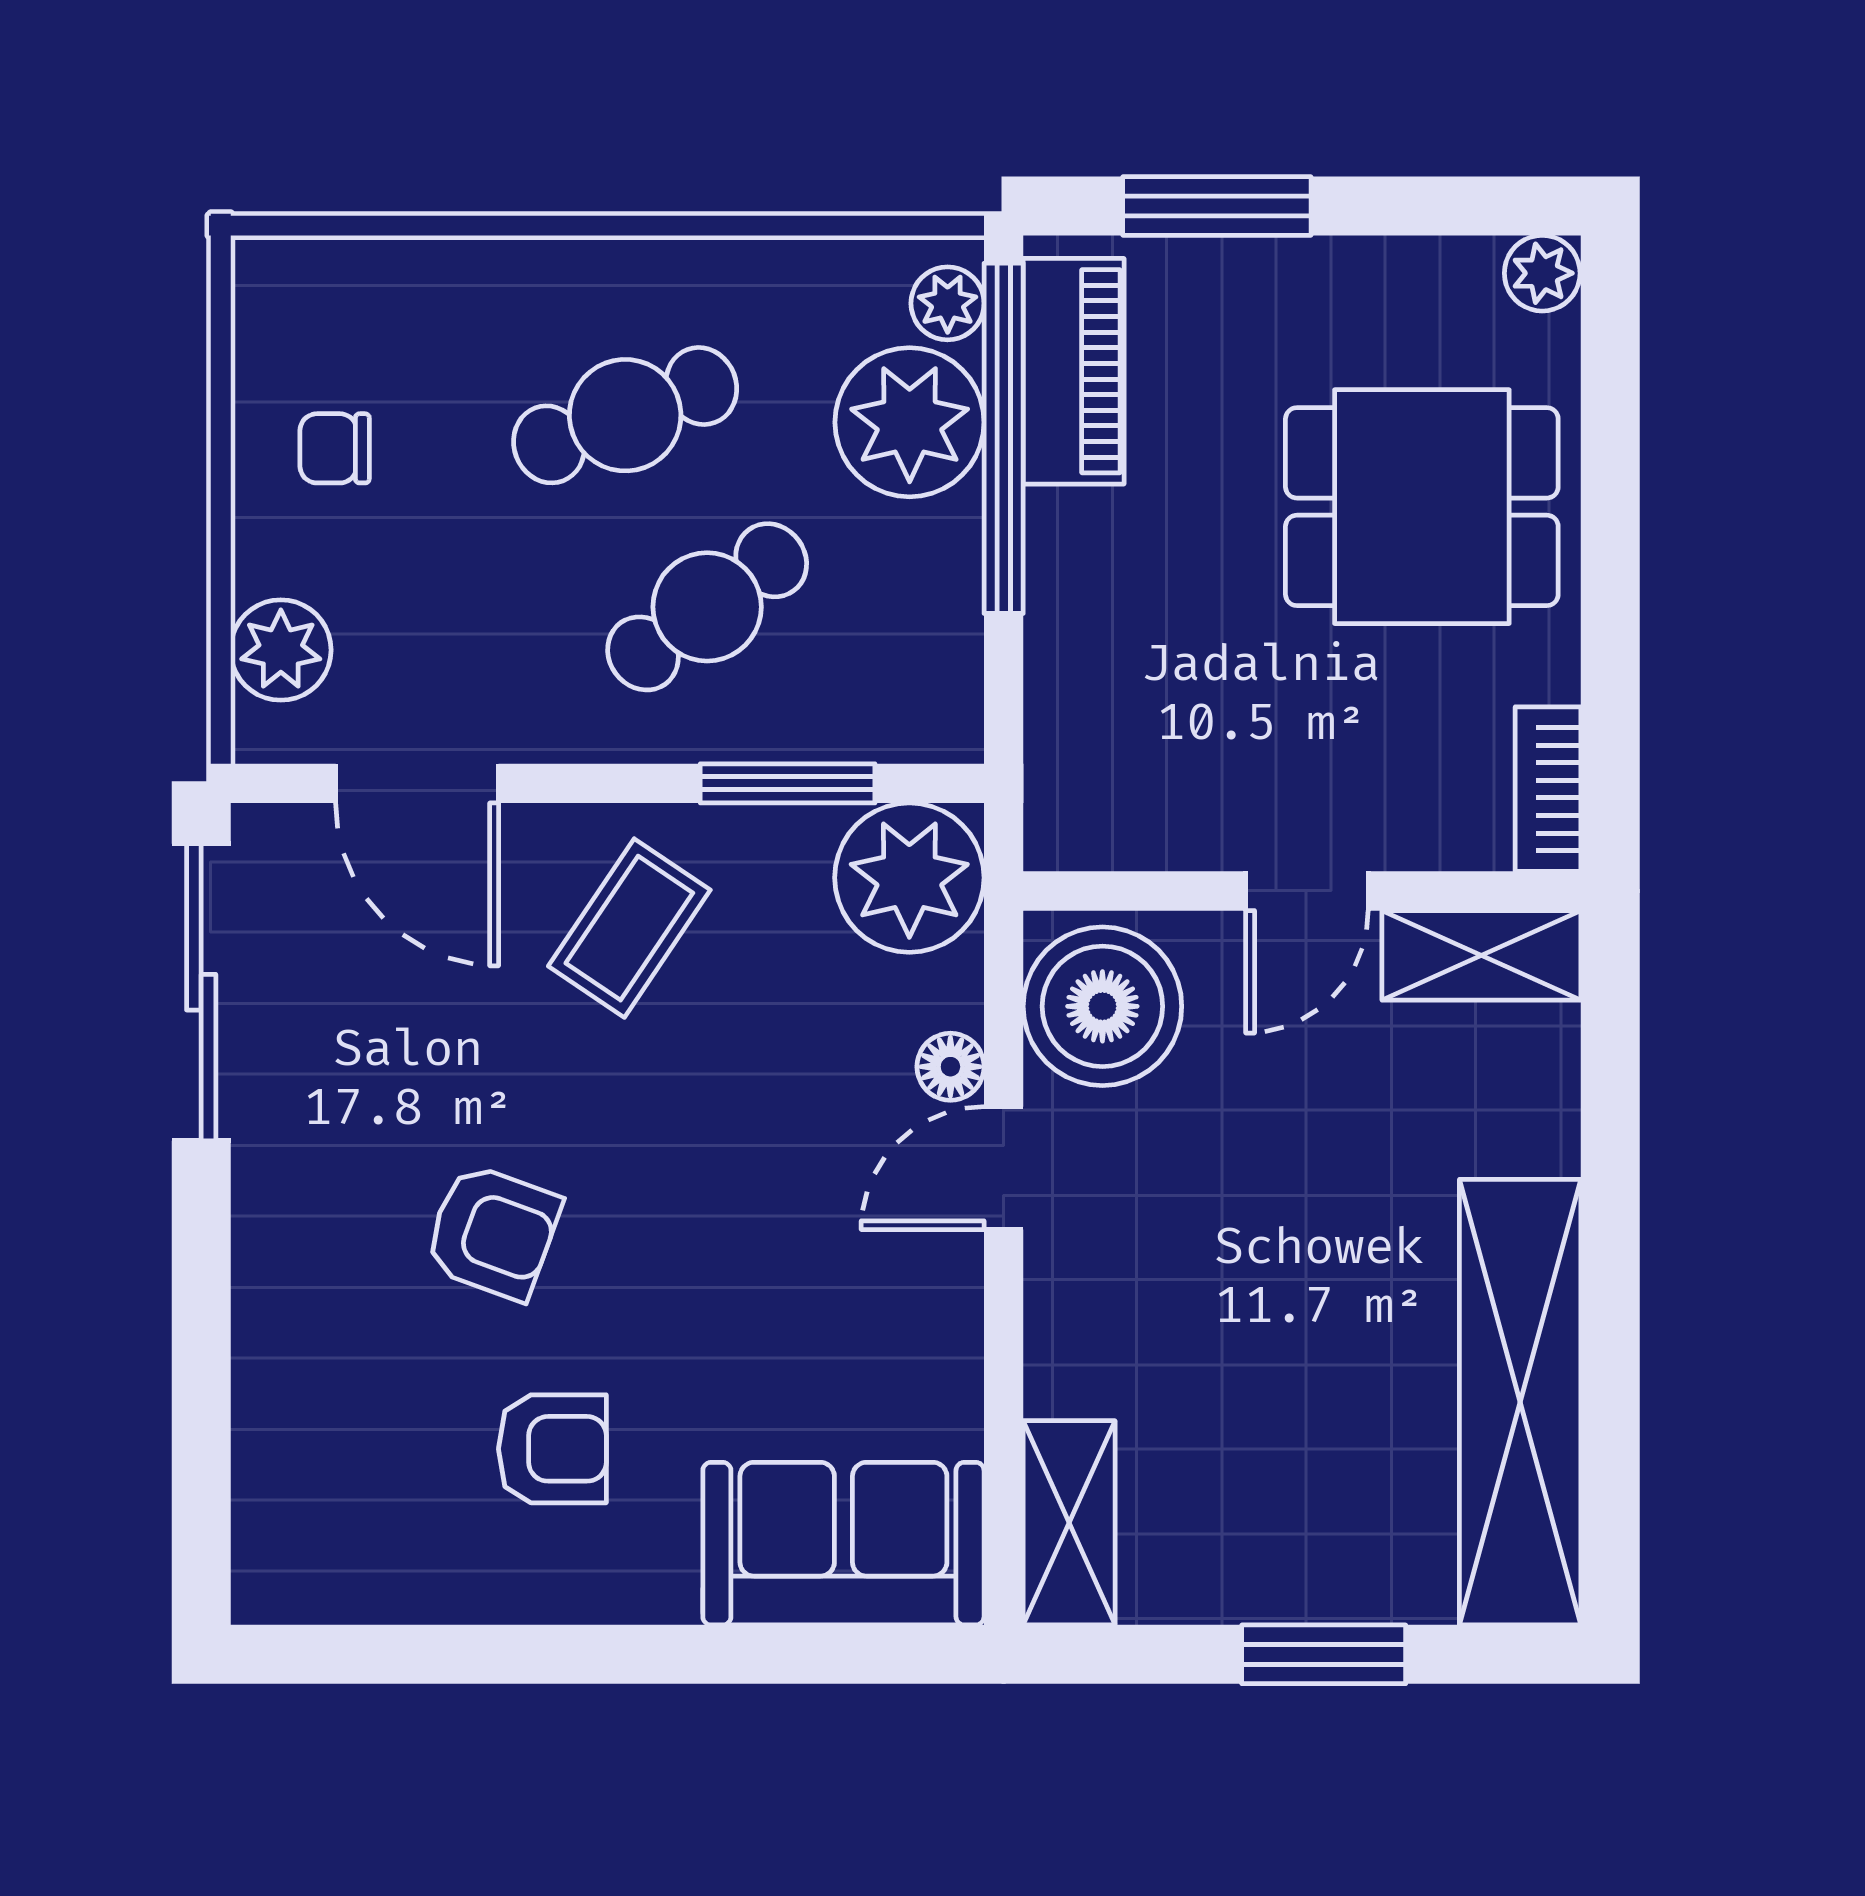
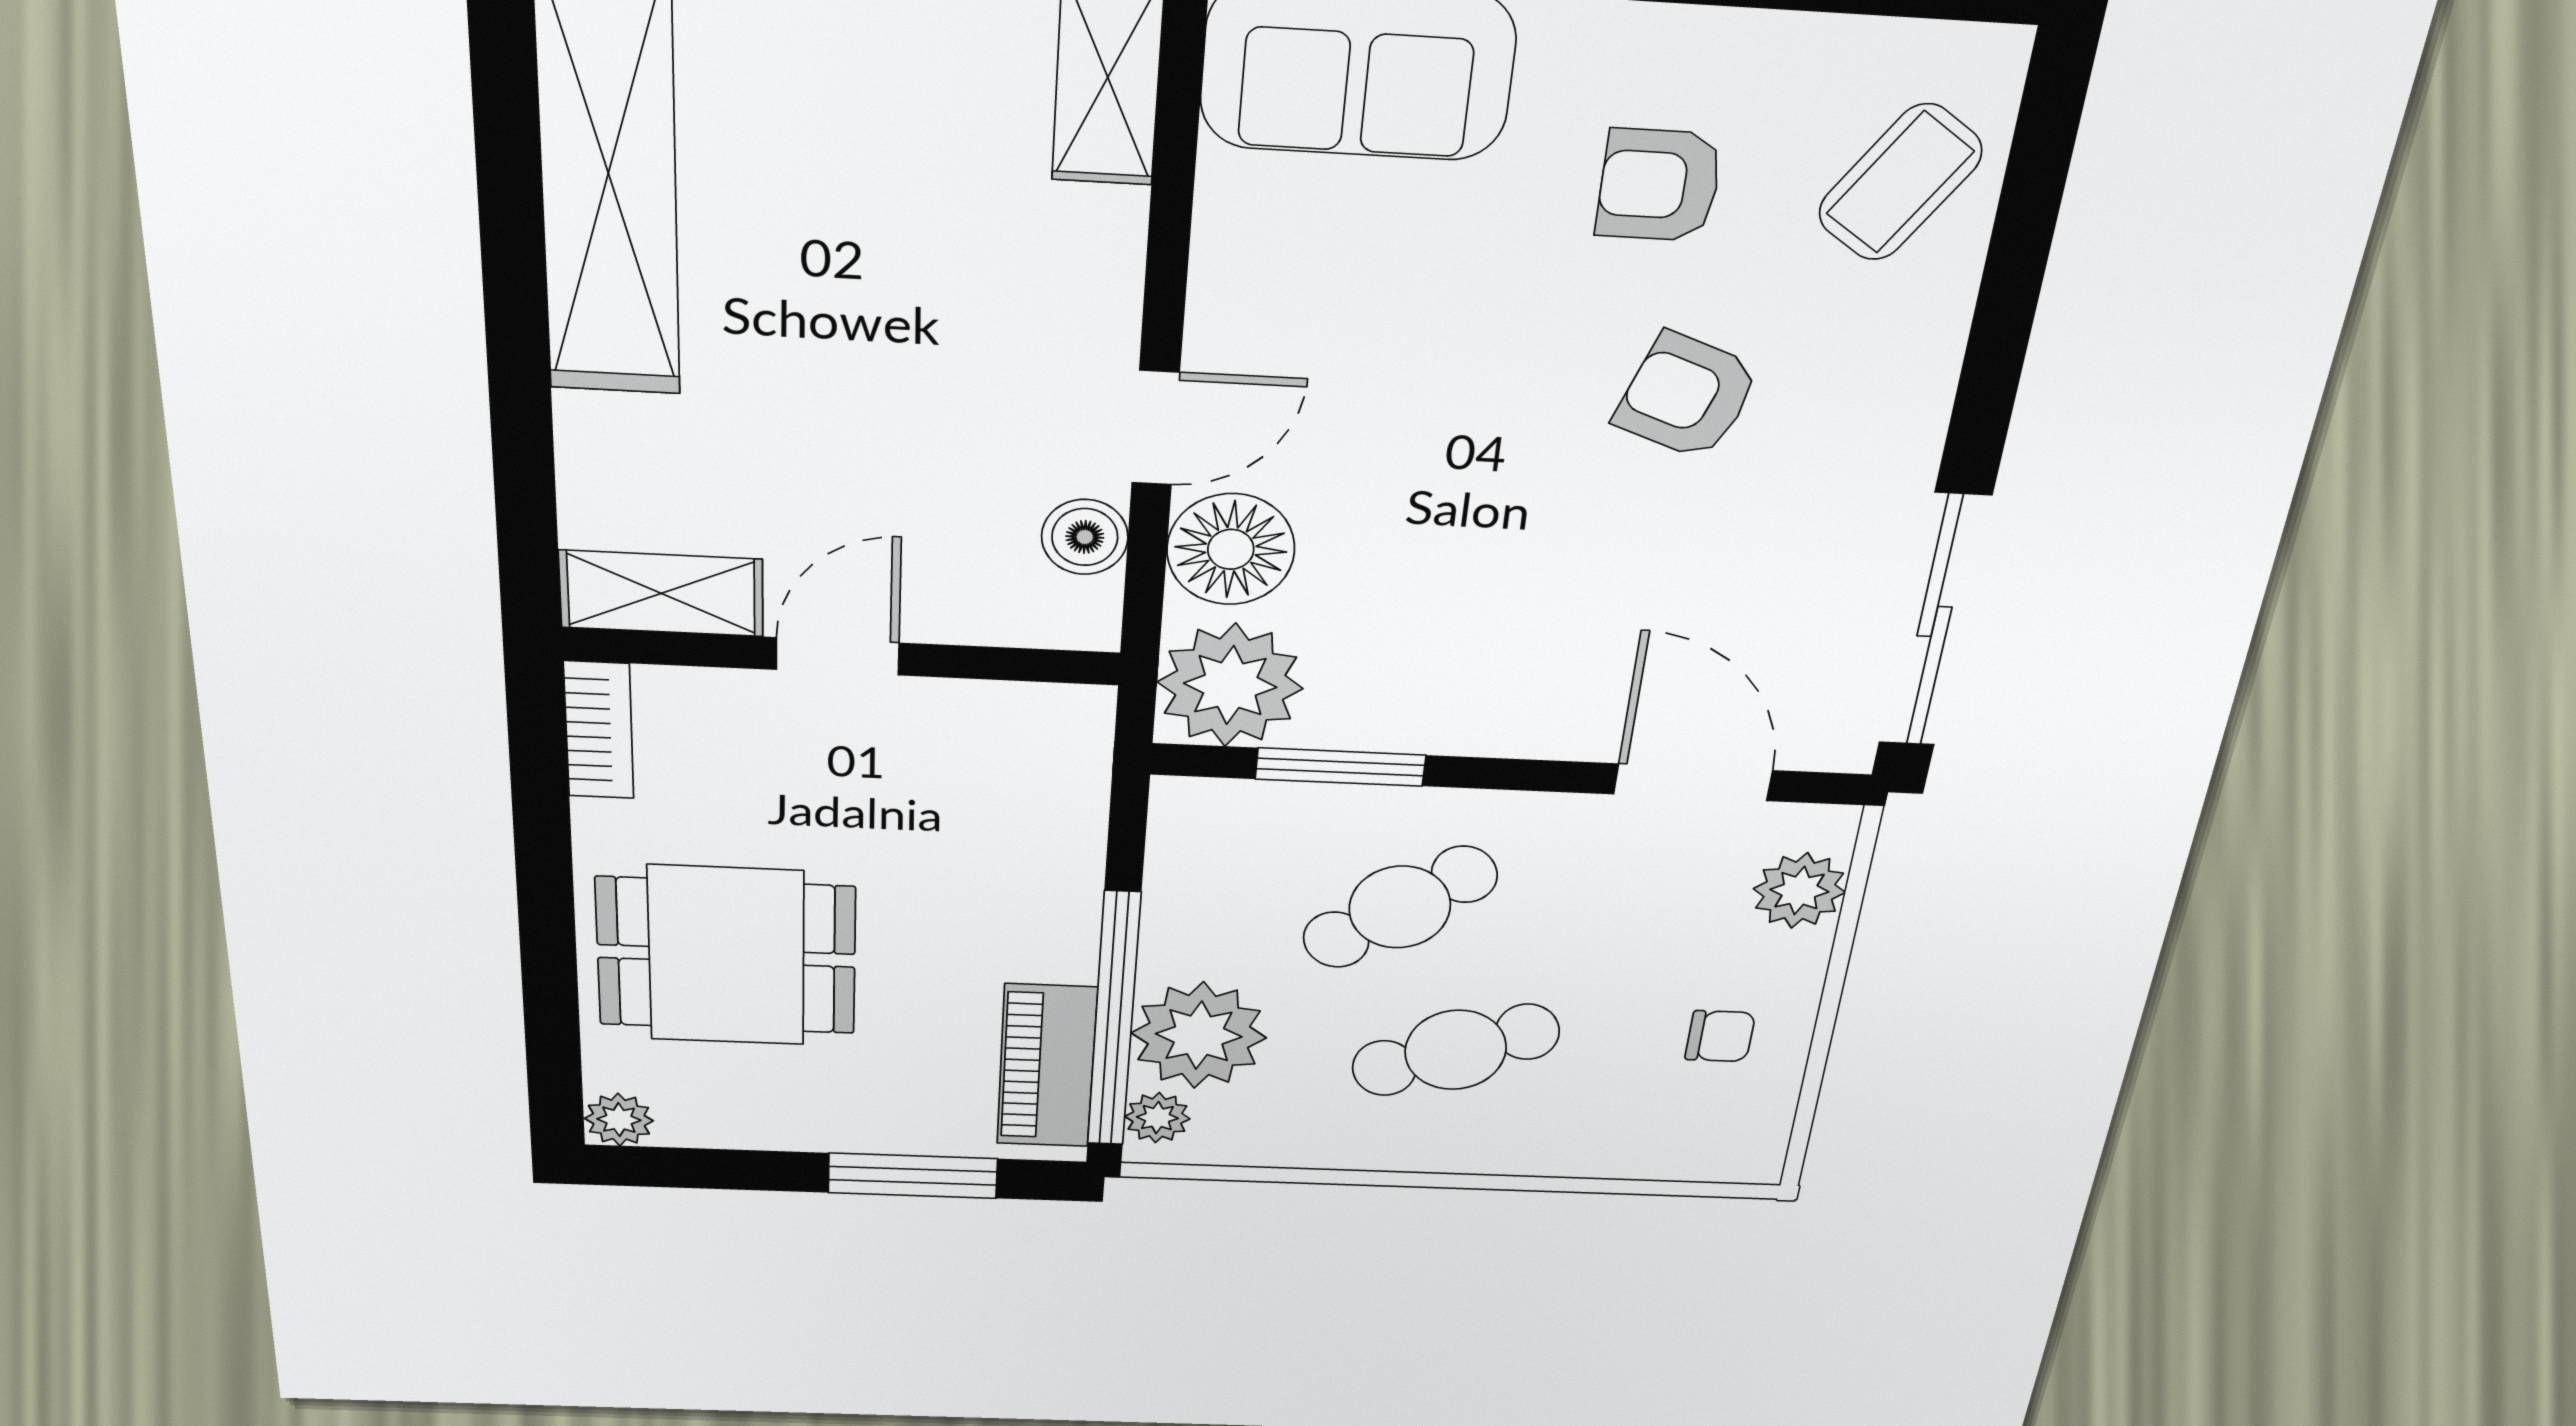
coffee table: (629, 928) -> (1900, 182), moved
boiler: (1102, 1006) -> (1085, 537), width x0.54, depth x0.54
floor lamp: (950, 1067) -> (1231, 549), width x1.89, depth x1.89

